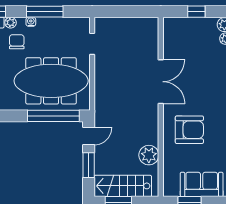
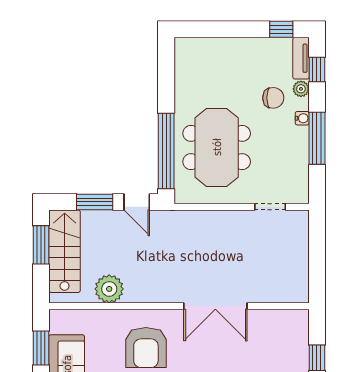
meeting table: (51, 81) -> (217, 147), width x0.73

